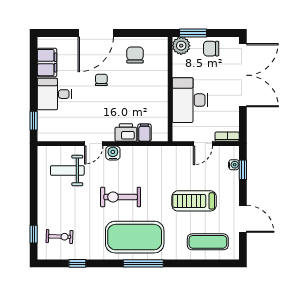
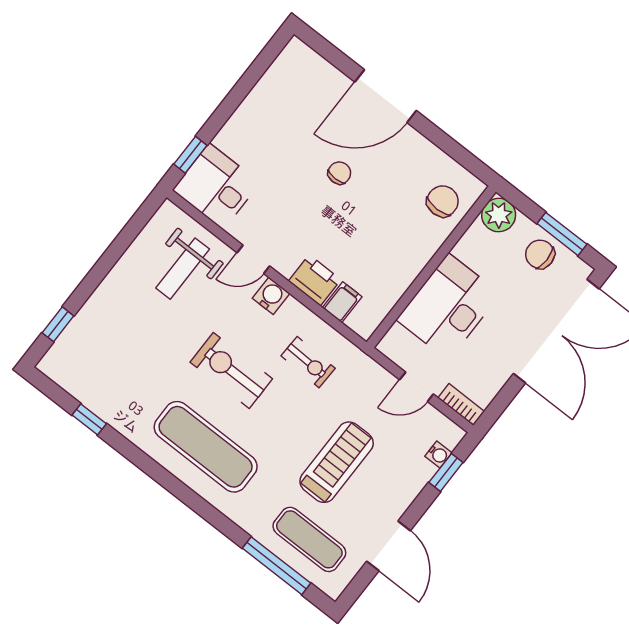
window: (193, 33) -> (562, 234), moved
chair: (135, 55) -> (443, 201), moved
filing cabinet: (47, 63) -> (278, 83), removed
desk: (55, 94) -> (216, 186), moved
weight bench: (67, 170) -> (183, 269), turned -90
treadmill: (194, 201) -> (337, 462), turned 90
exercise bike: (60, 237) -> (308, 362), moved
exercise mat: (135, 237) -> (206, 447), width x0.68
window: (143, 263) -> (276, 566), moved

